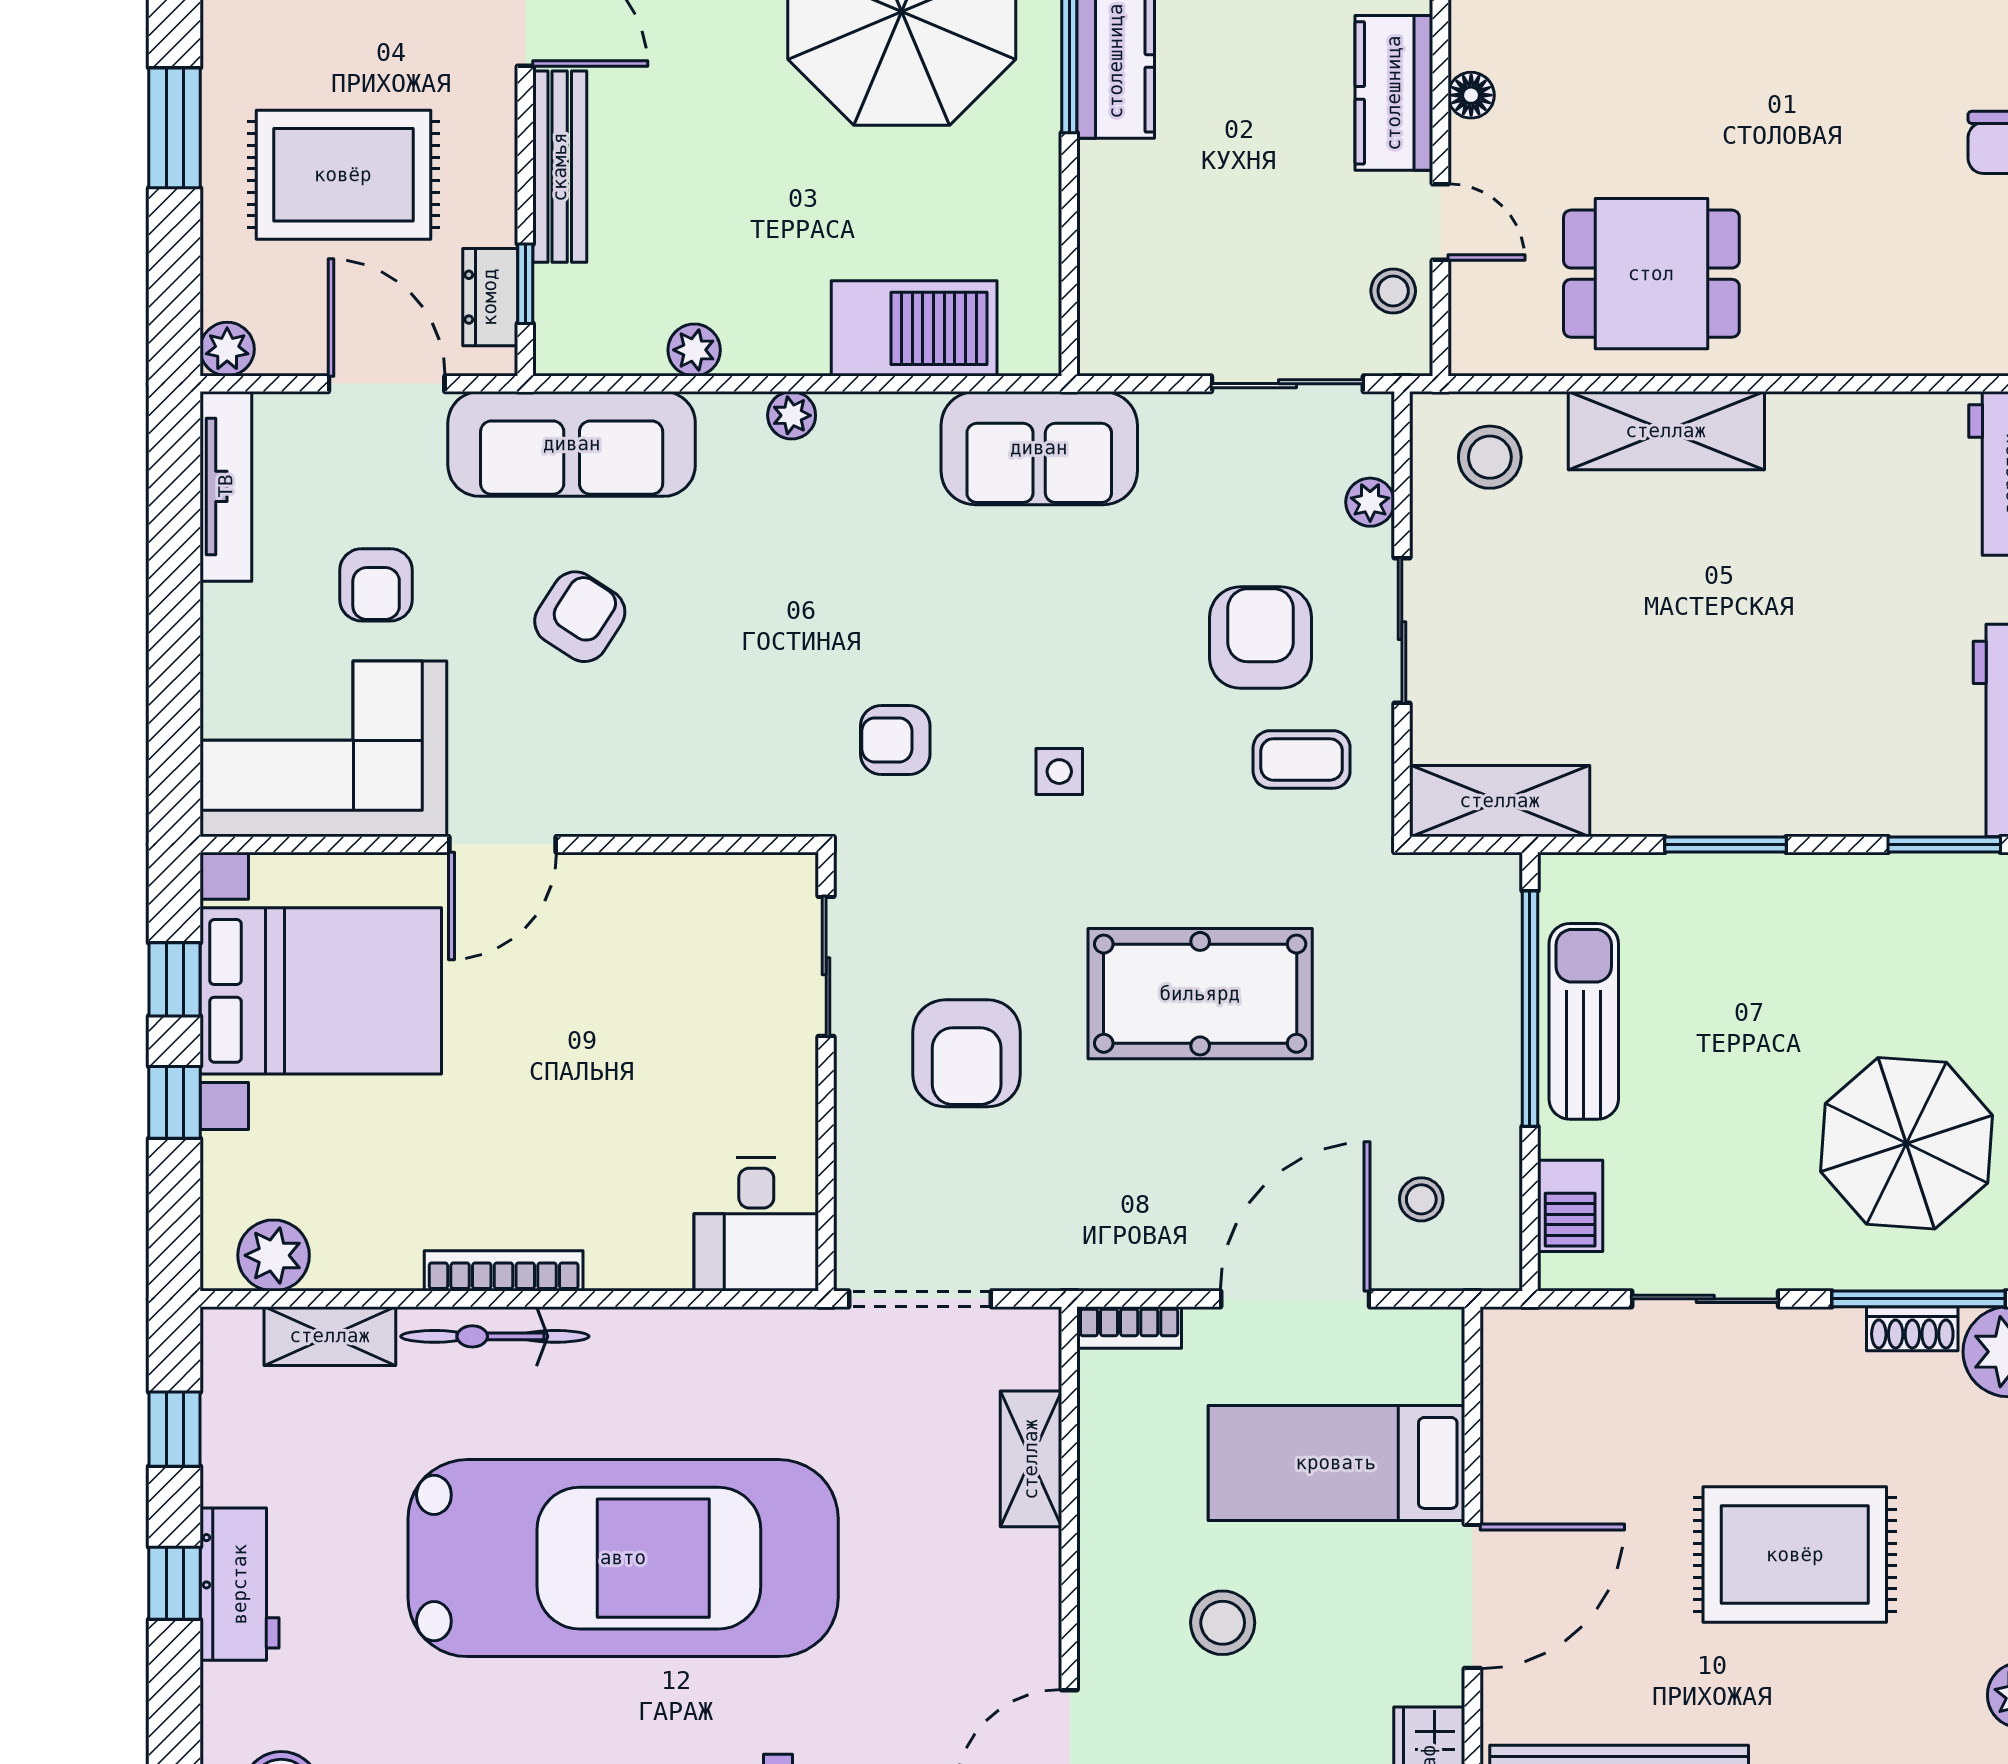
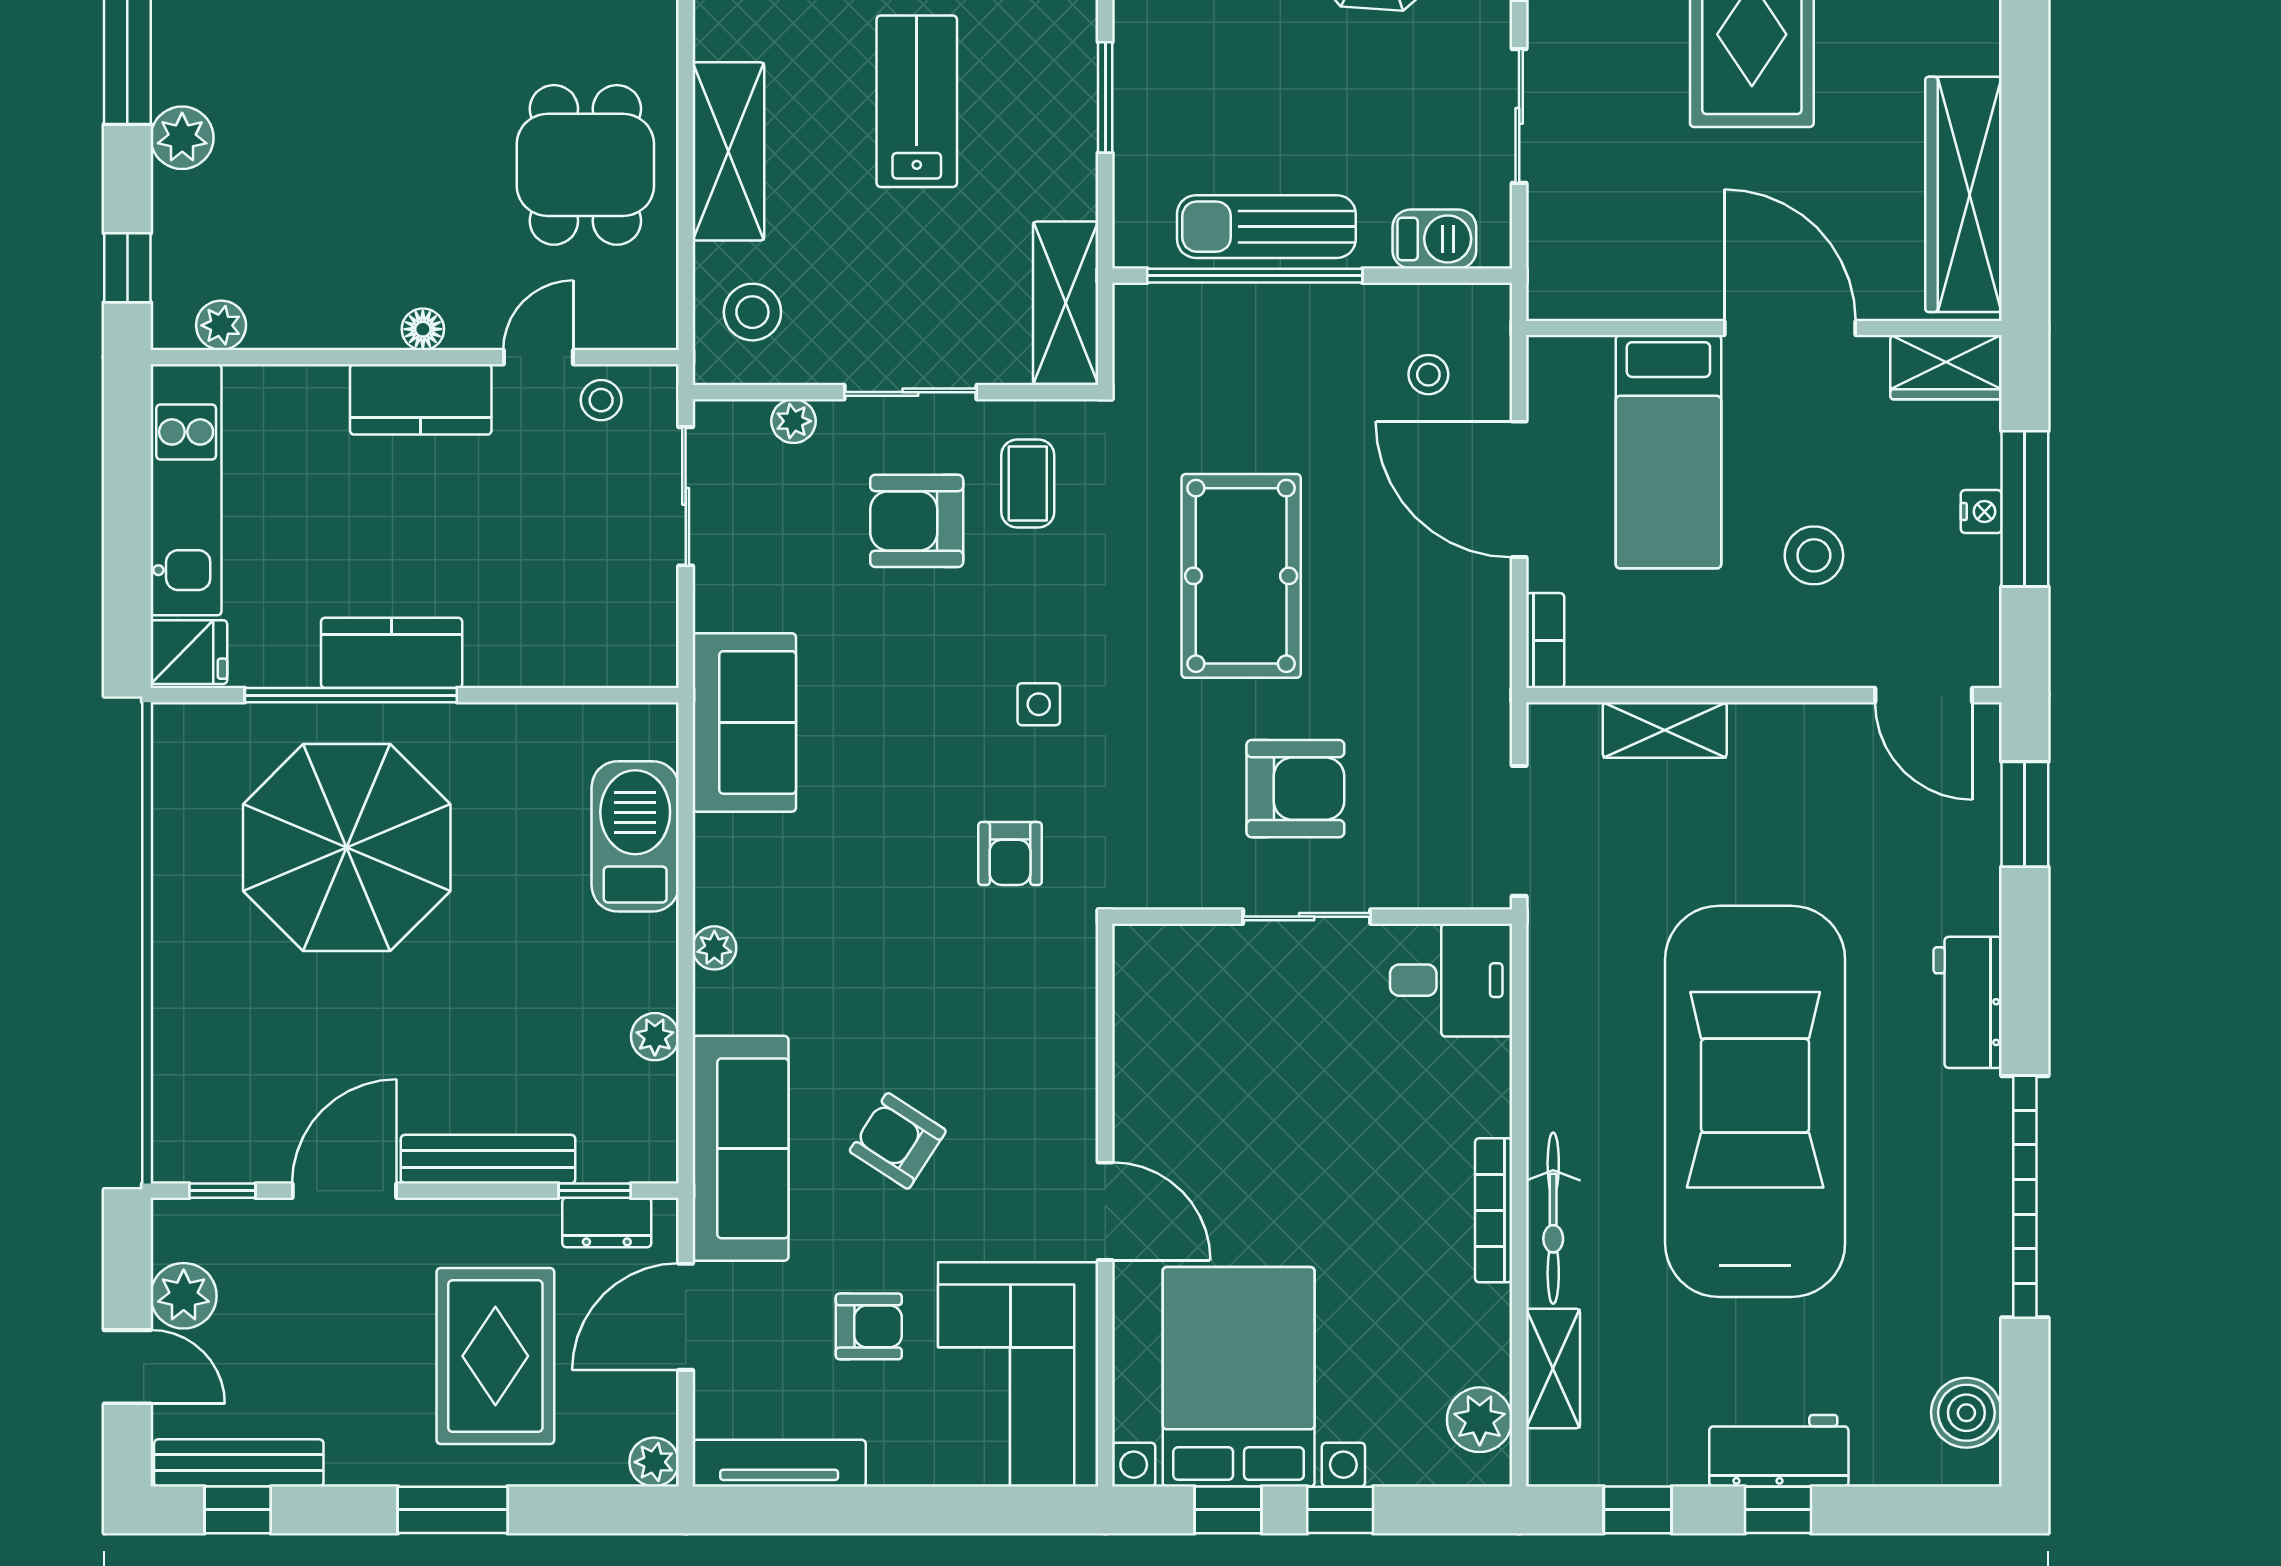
lab bench: (1721, 638) -> (917, 101), added
sliding door: (826, 966) -> (1307, 917), moved

